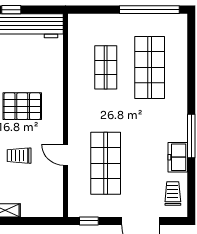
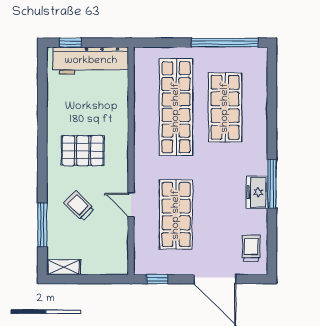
shop shelf: (106, 67) -> (176, 107), width x2.00, depth x1.36
trolley: (19, 156) -> (79, 206), turned 44
freezer: (178, 157) -> (257, 192), moved

